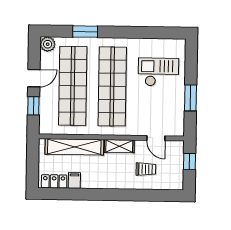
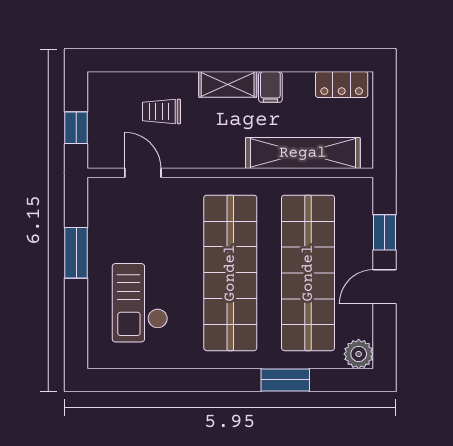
checkout: (158, 72) -> (140, 303), turned 90
shelving: (119, 146) -> (228, 84), moved
filing cabinet: (74, 180) -> (270, 87), moved

